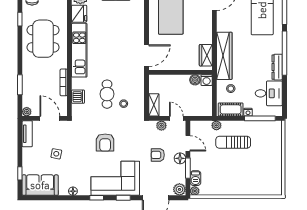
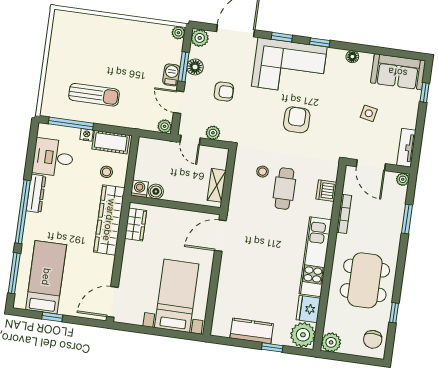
shelving: (154, 105) -> (217, 185), moved
plant: (216, 125) -> (165, 126), moved
sun lounger: (233, 142) -> (94, 95), moved
floor lamp: (180, 158) -> (195, 67), moved
barbecue: (195, 178) -> (171, 75), moved

